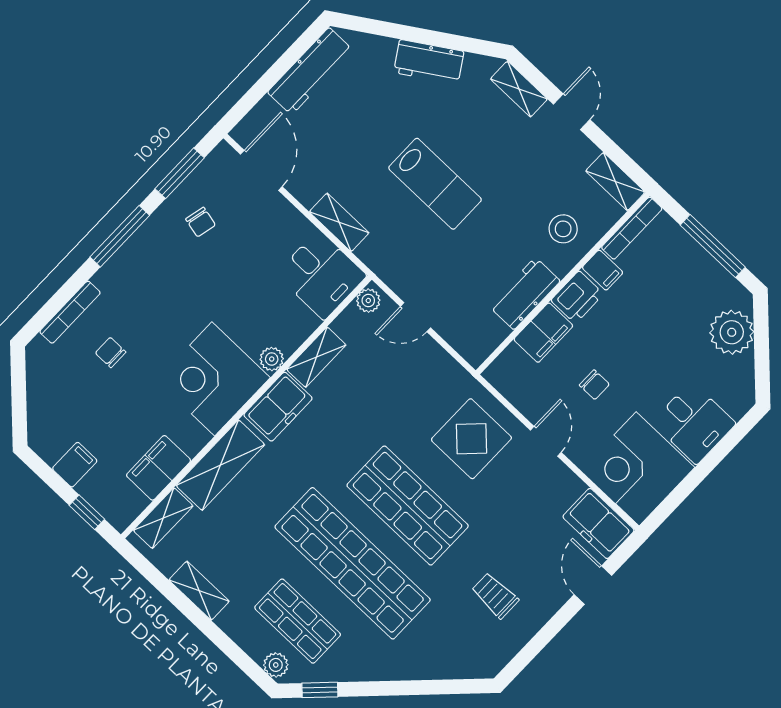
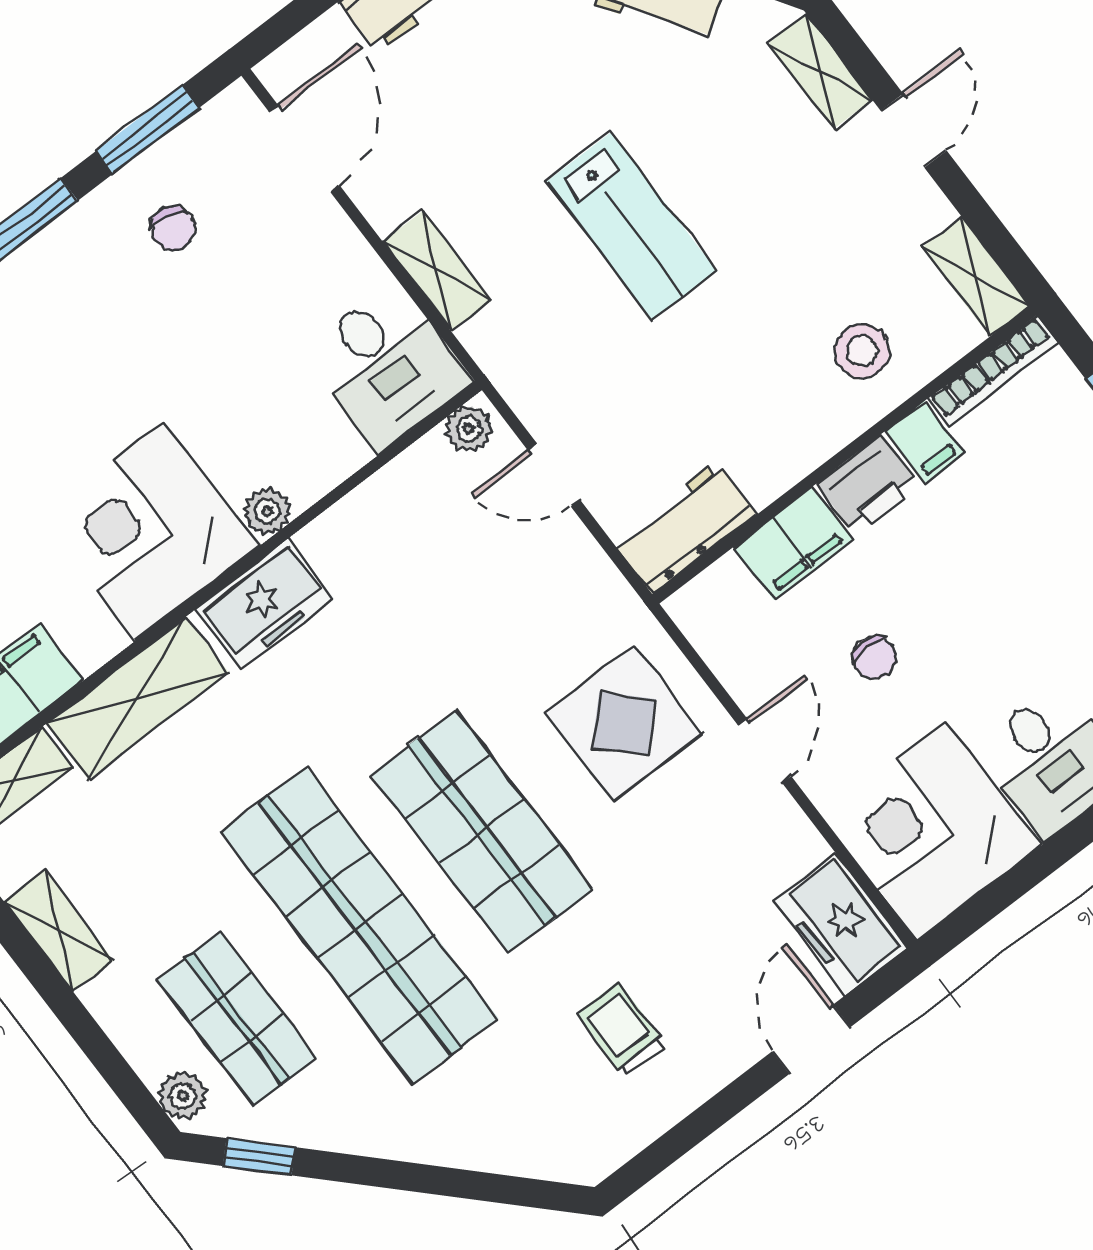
workbench: (525, 293) -> (684, 528), moved
shelving: (316, 357) -> (353, 521), removed

